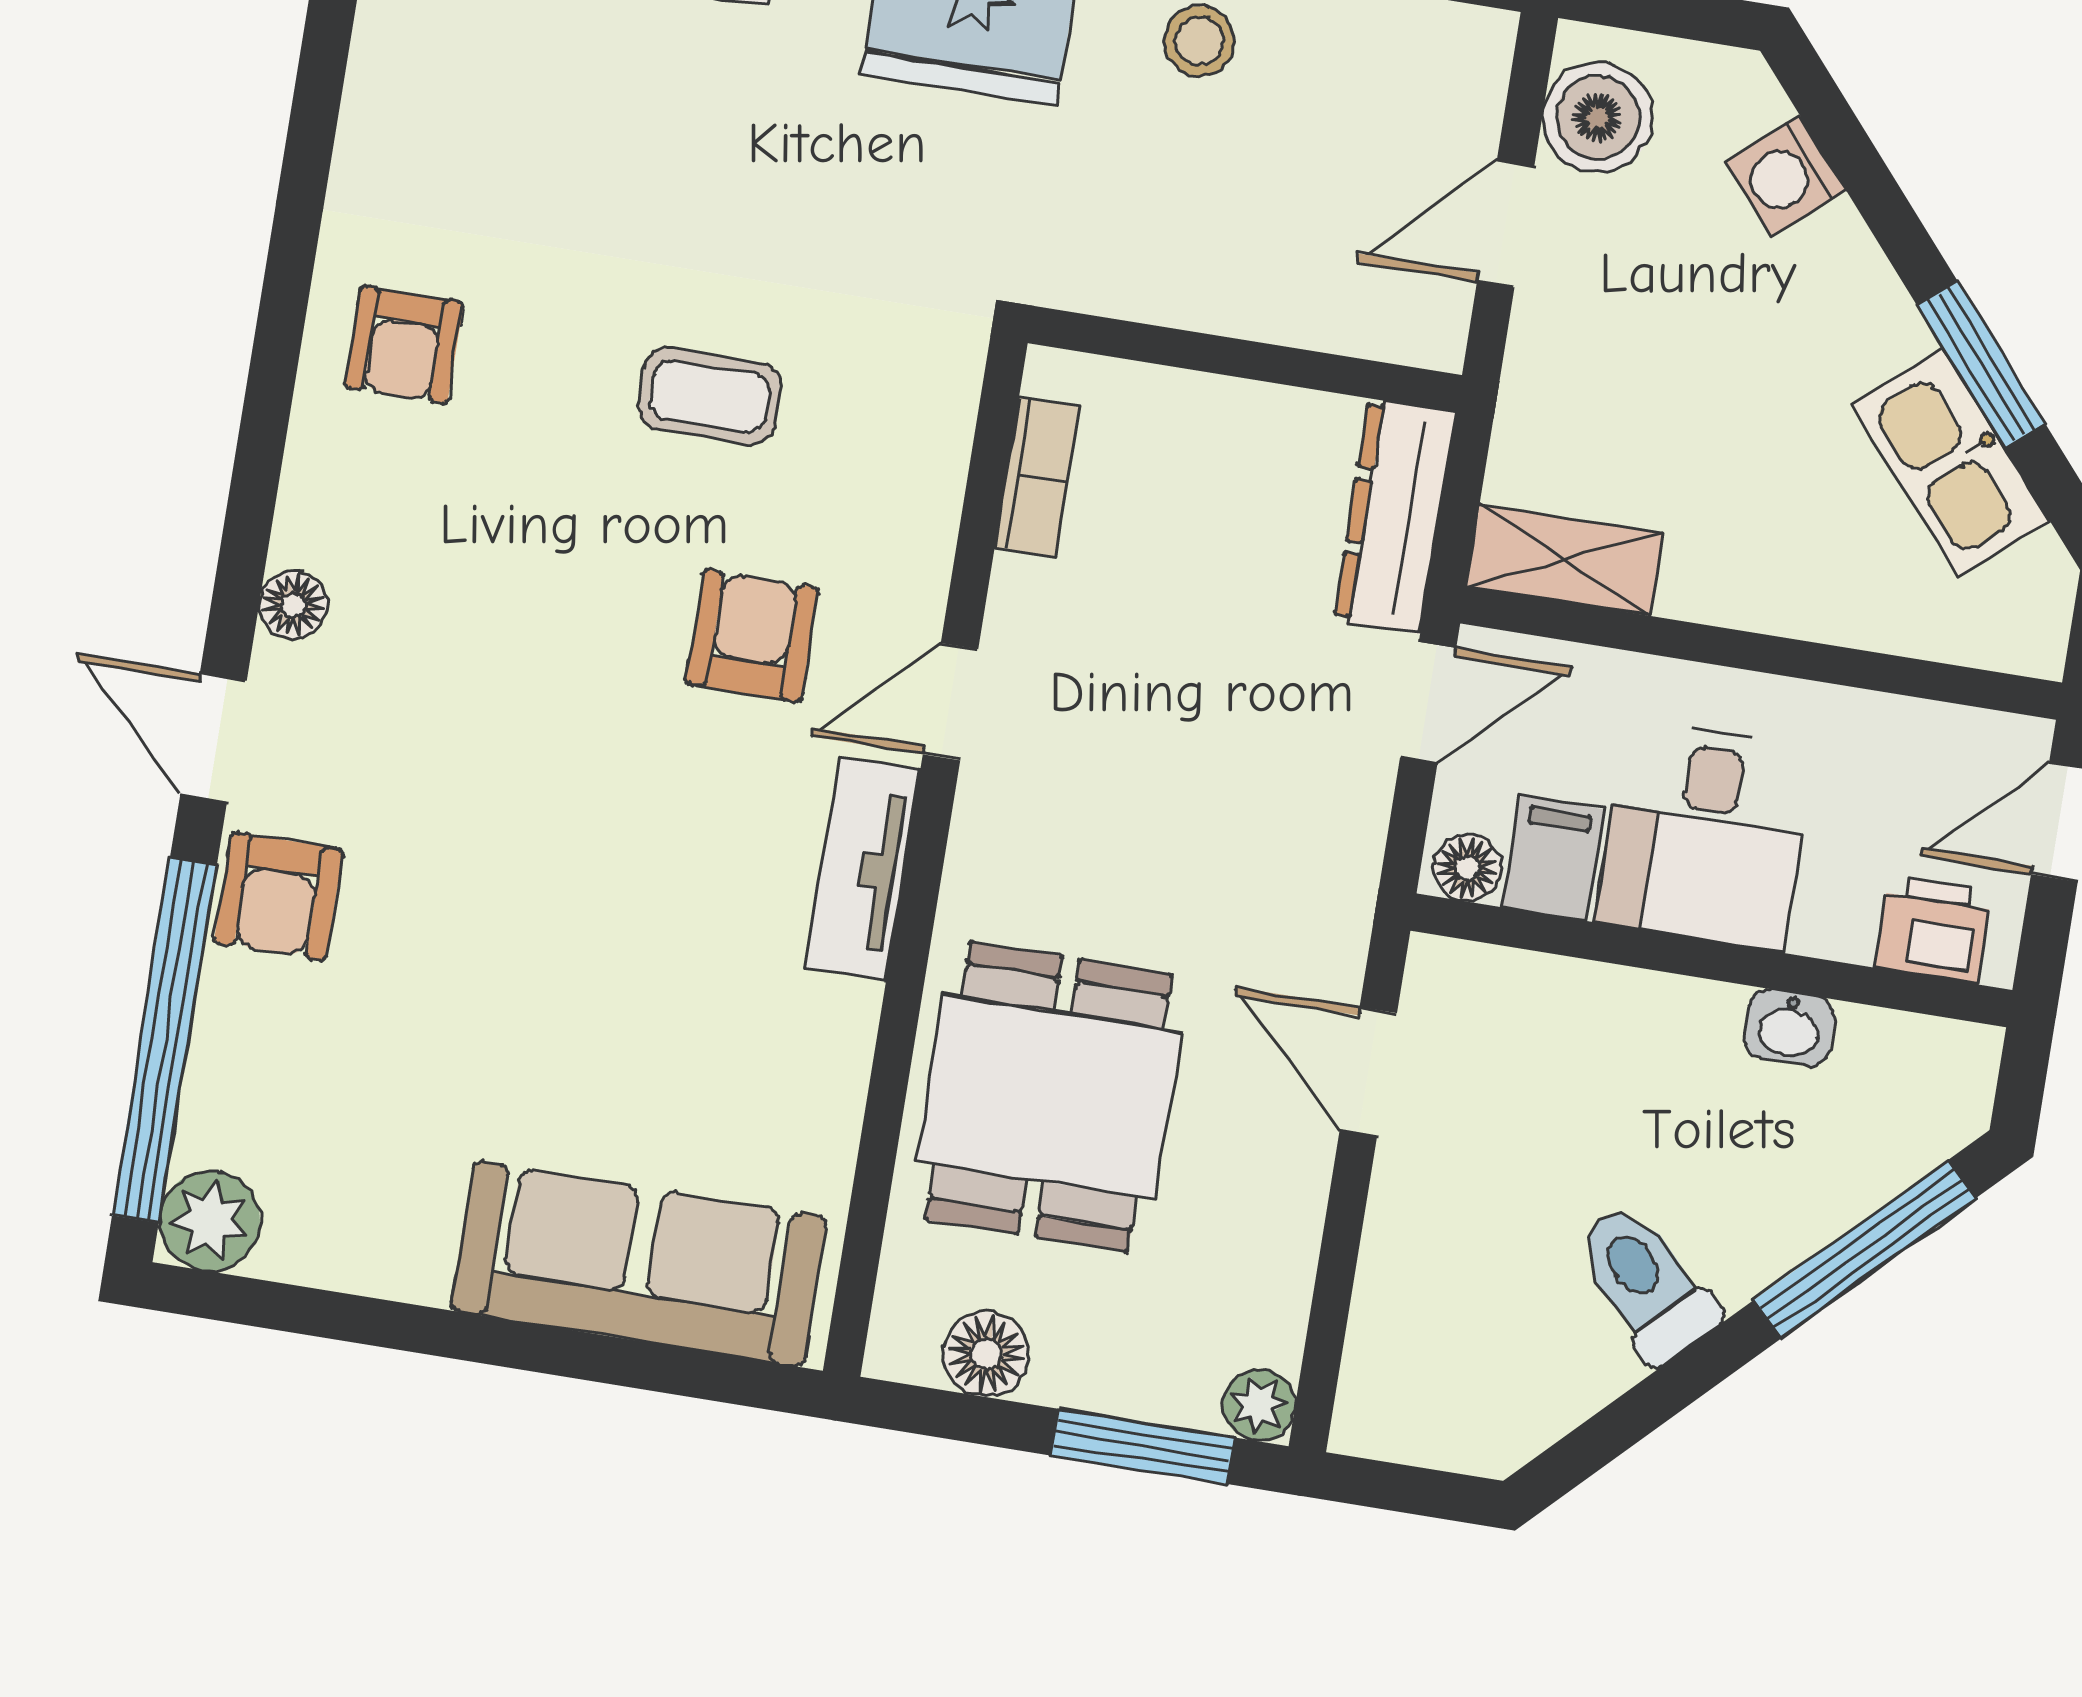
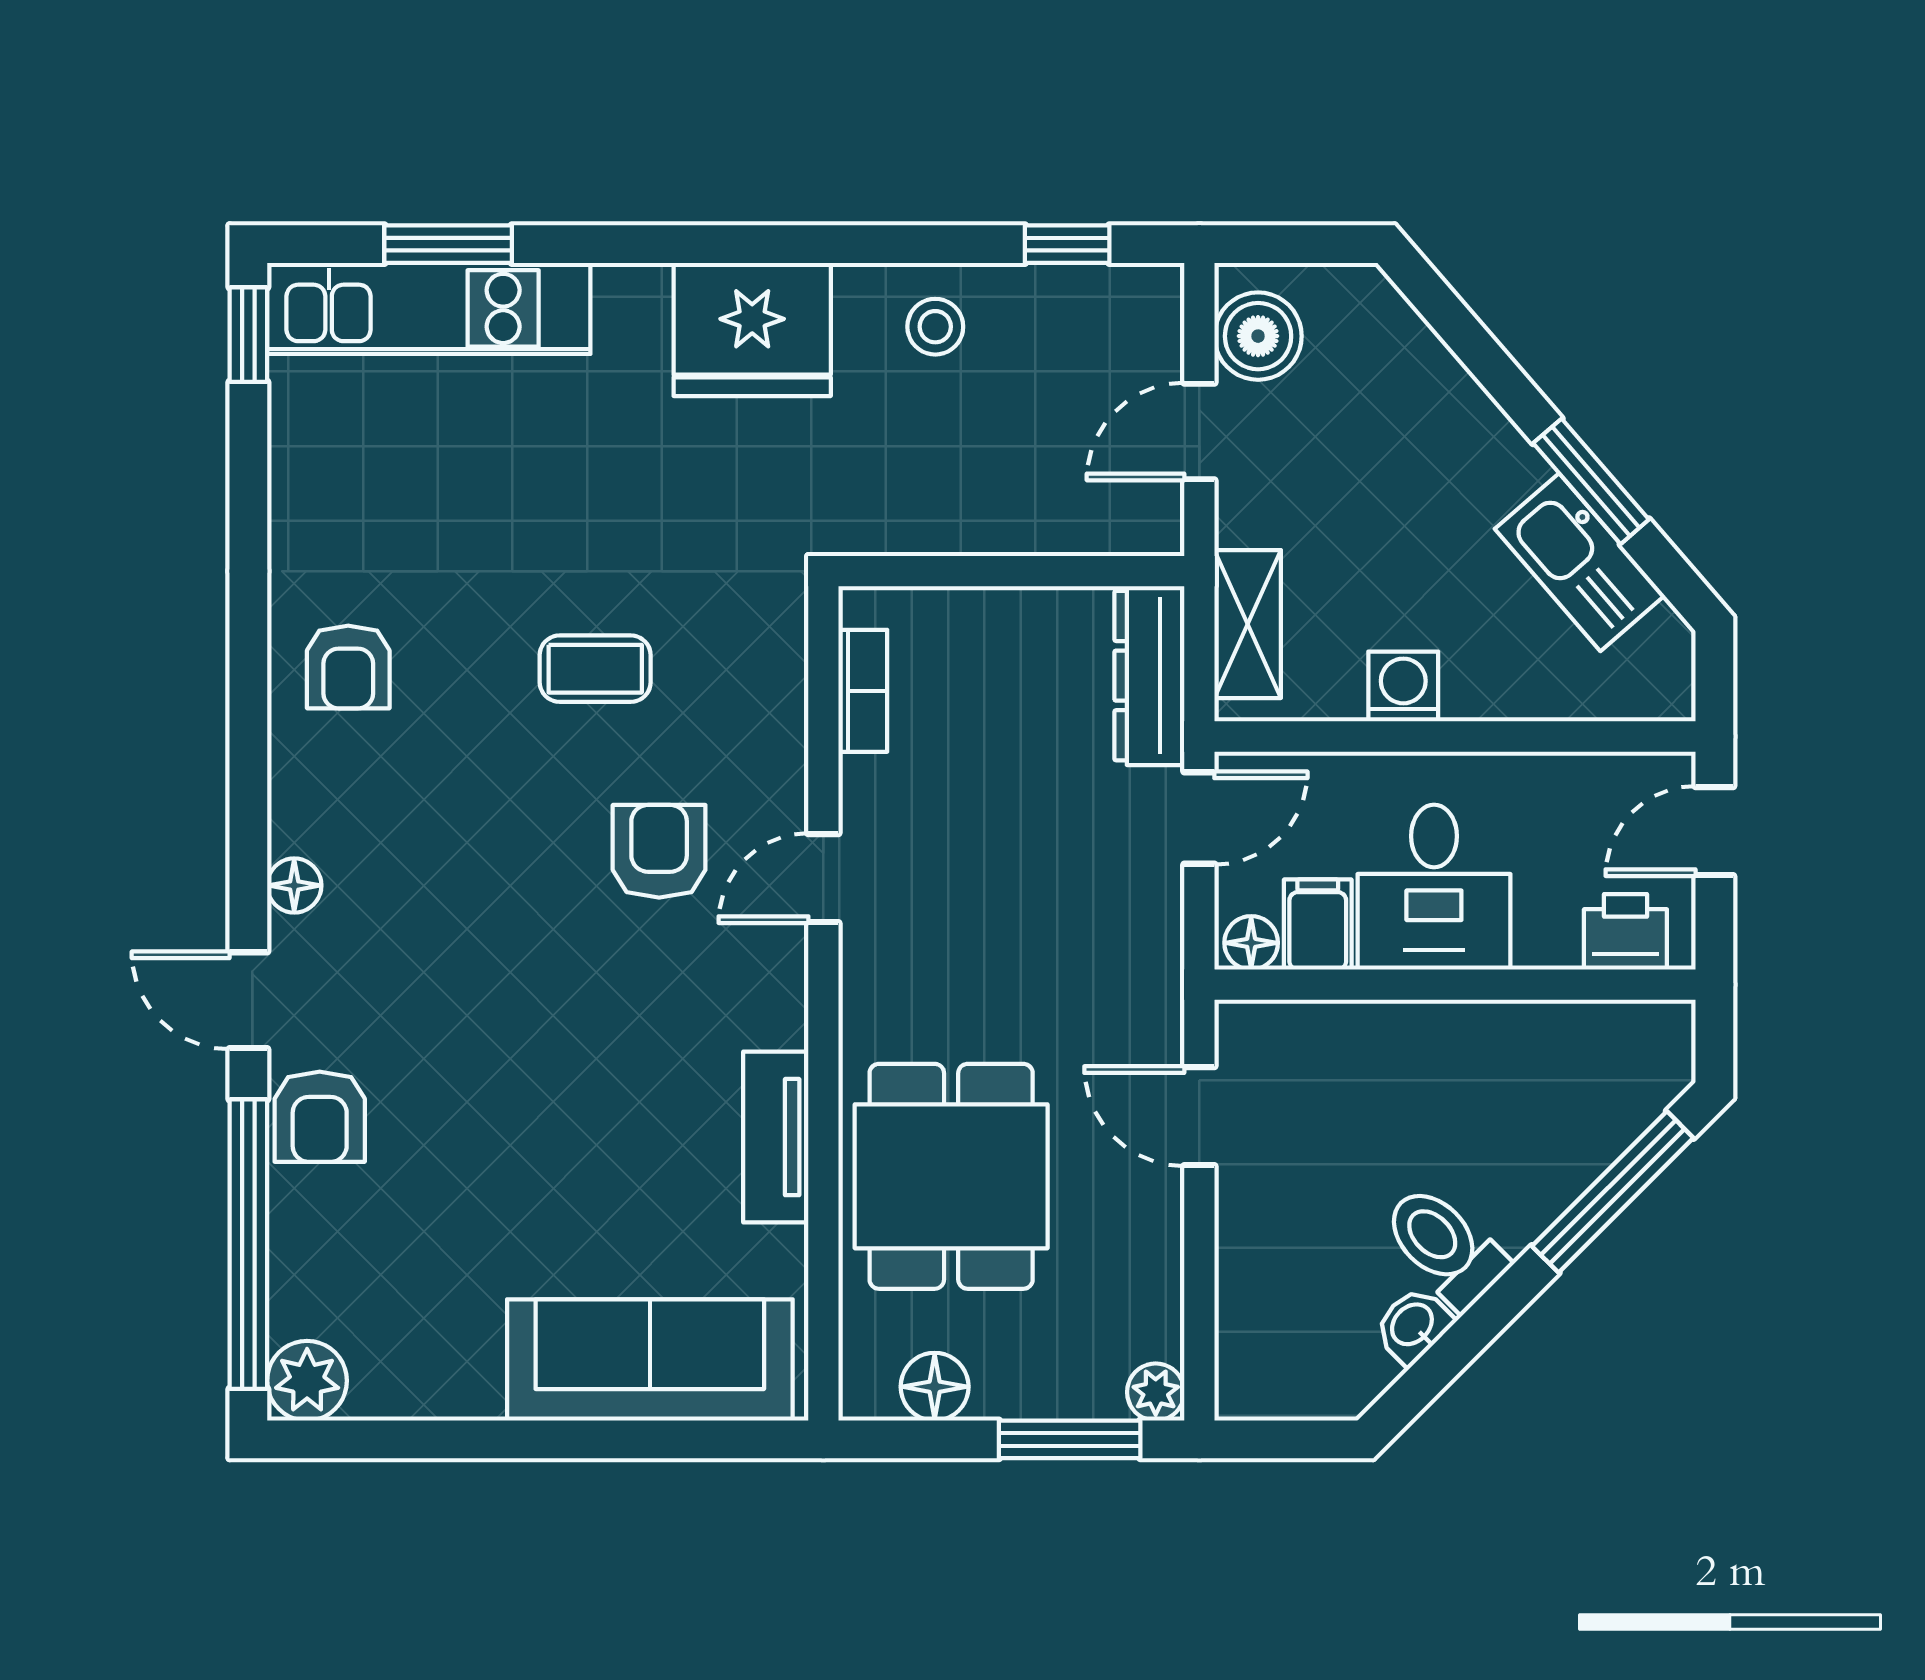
washing machine: (1786, 176) -> (1403, 687), moved, turned 131
shelving: (1564, 560) -> (1248, 624), moved, turned 90
tv unit: (863, 869) -> (776, 1137), moved
washbasin: (1789, 1028) -> (1413, 1325), moved, turned 135

